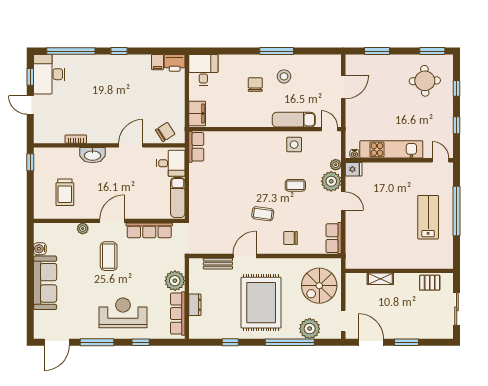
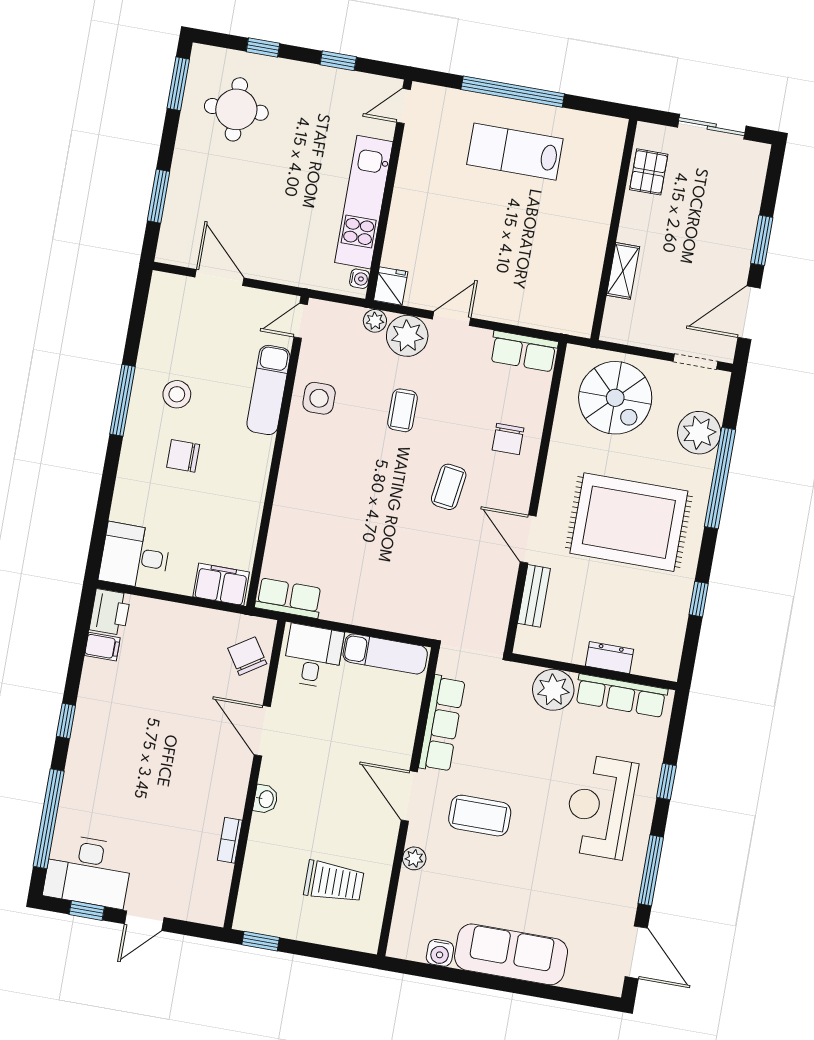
washbasin: (93, 155) -> (266, 799), width x0.52, depth x0.69

